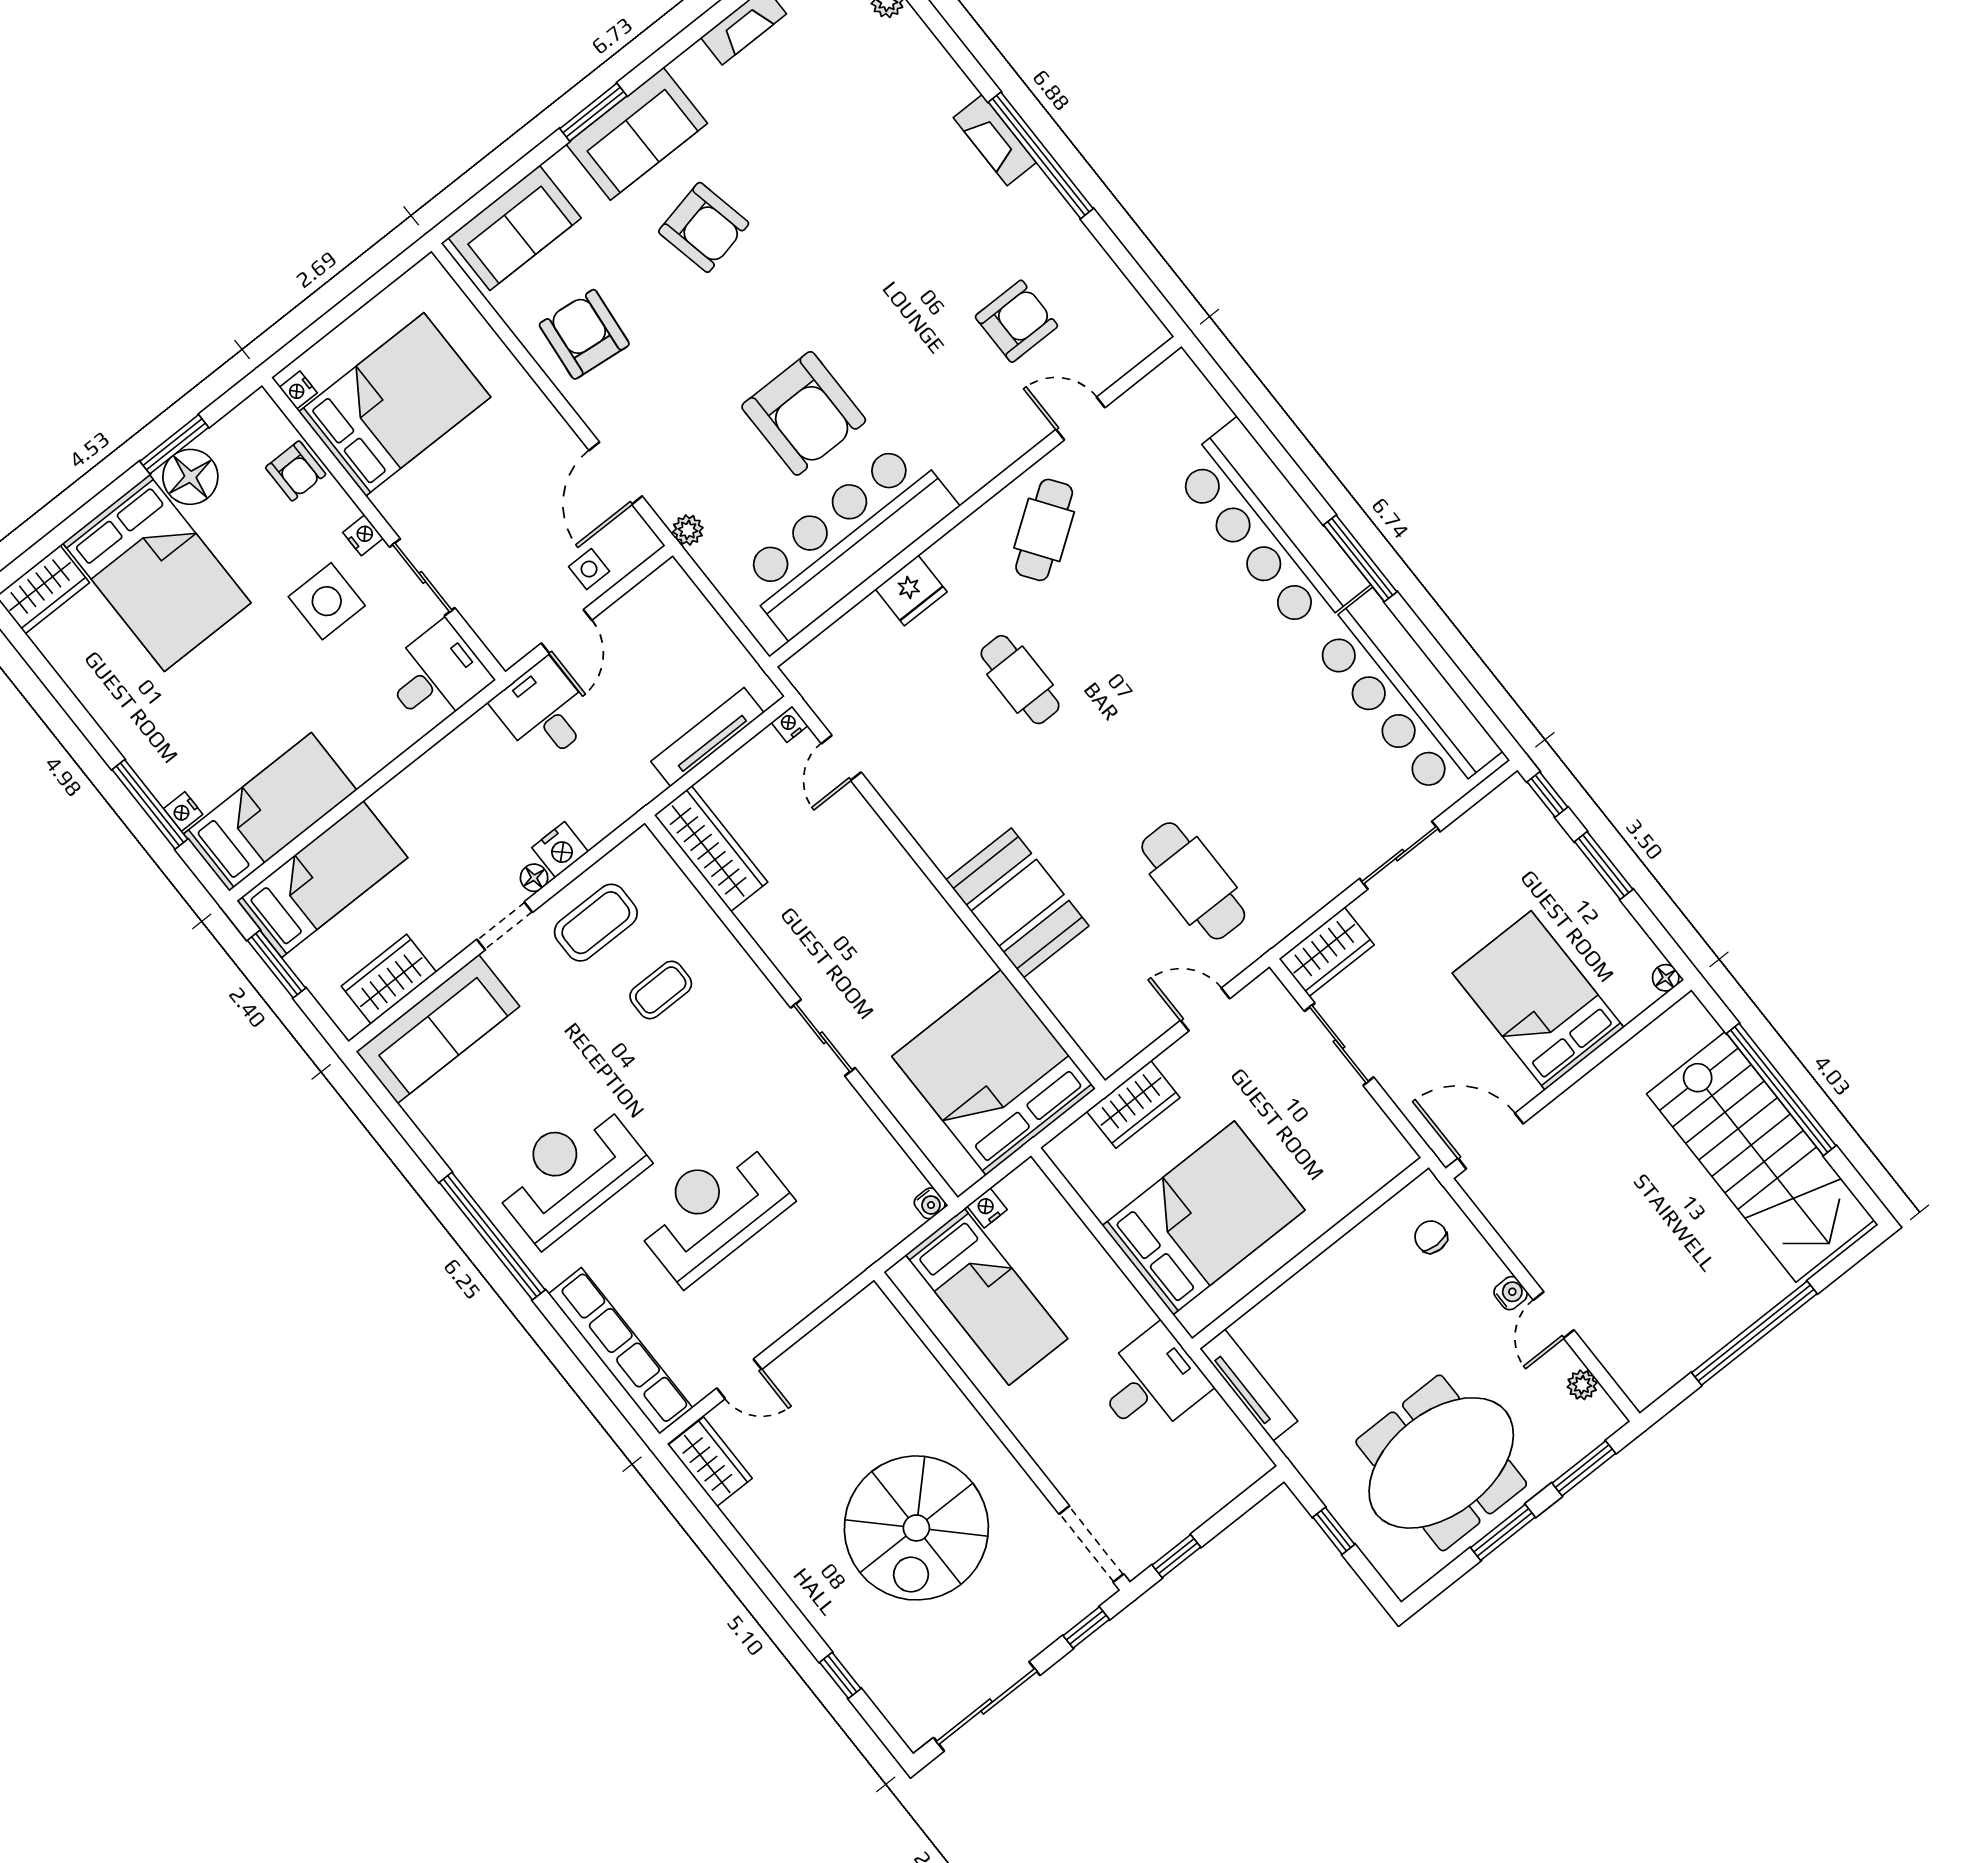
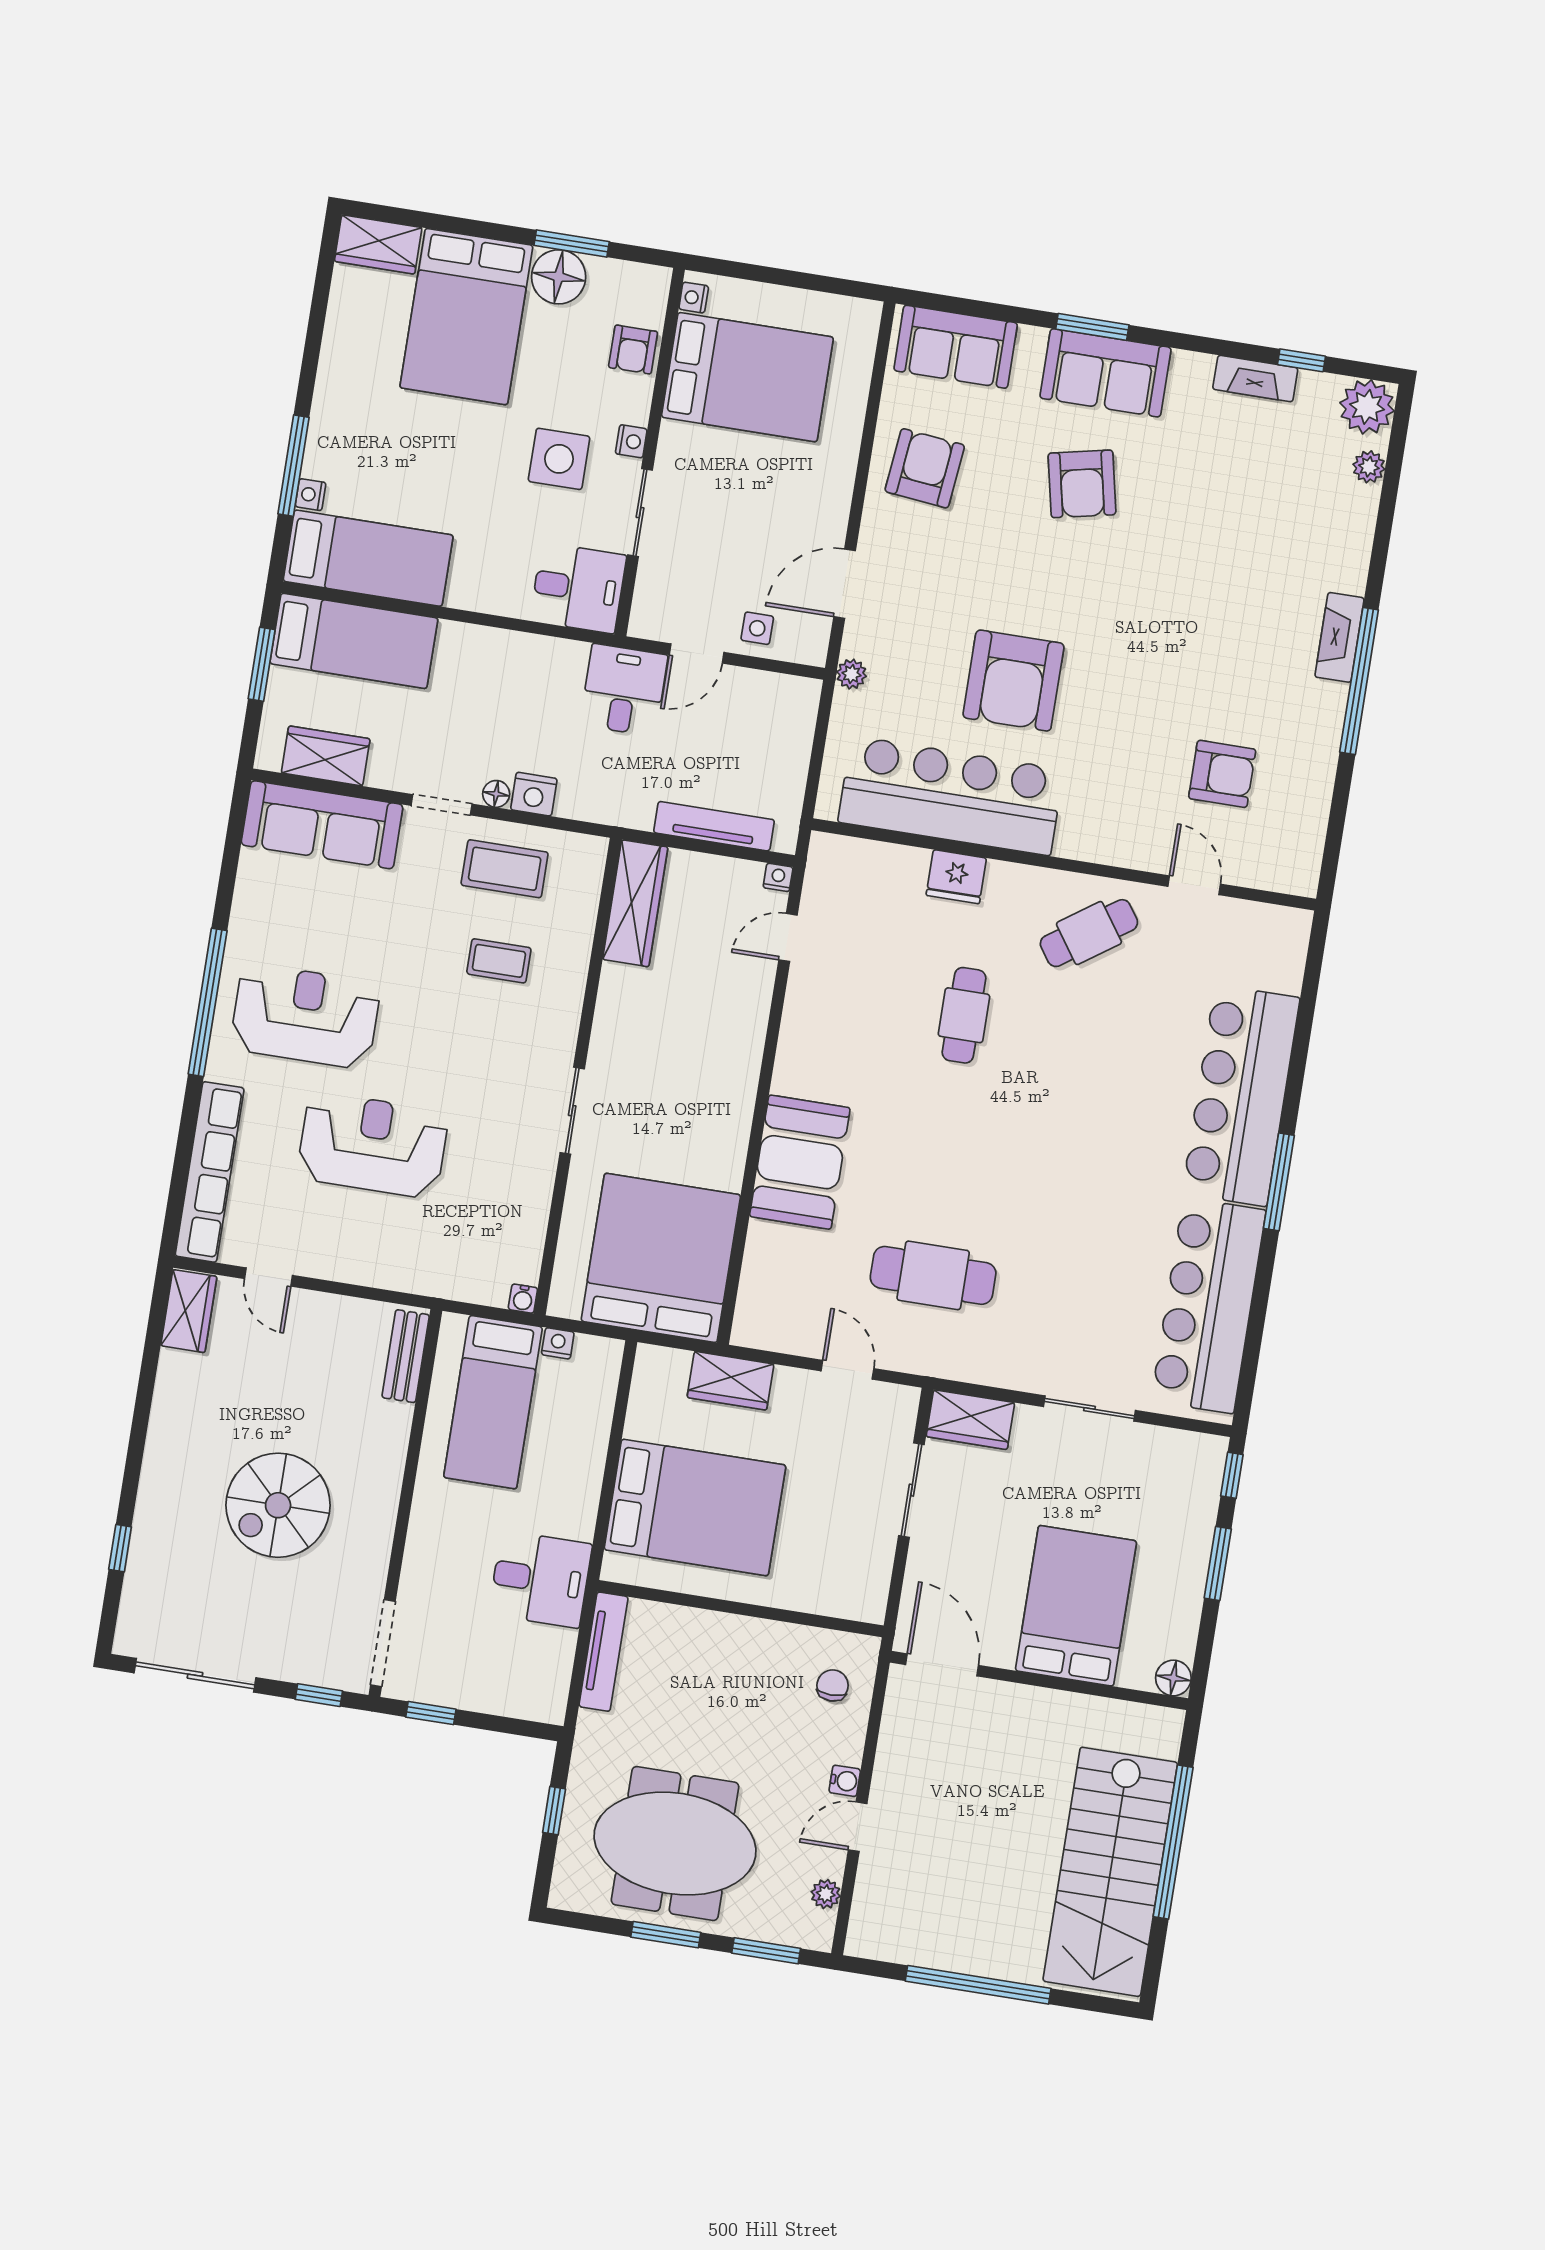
cafe table: (1193, 881) -> (933, 1275), turned 90
floor lamp: (1666, 978) -> (1173, 1678), width x1.37, depth x1.37
bench: (892, 1330) -> (406, 1356), added
spiral stairs: (916, 1528) -> (278, 1505), width x0.73, depth x0.73

